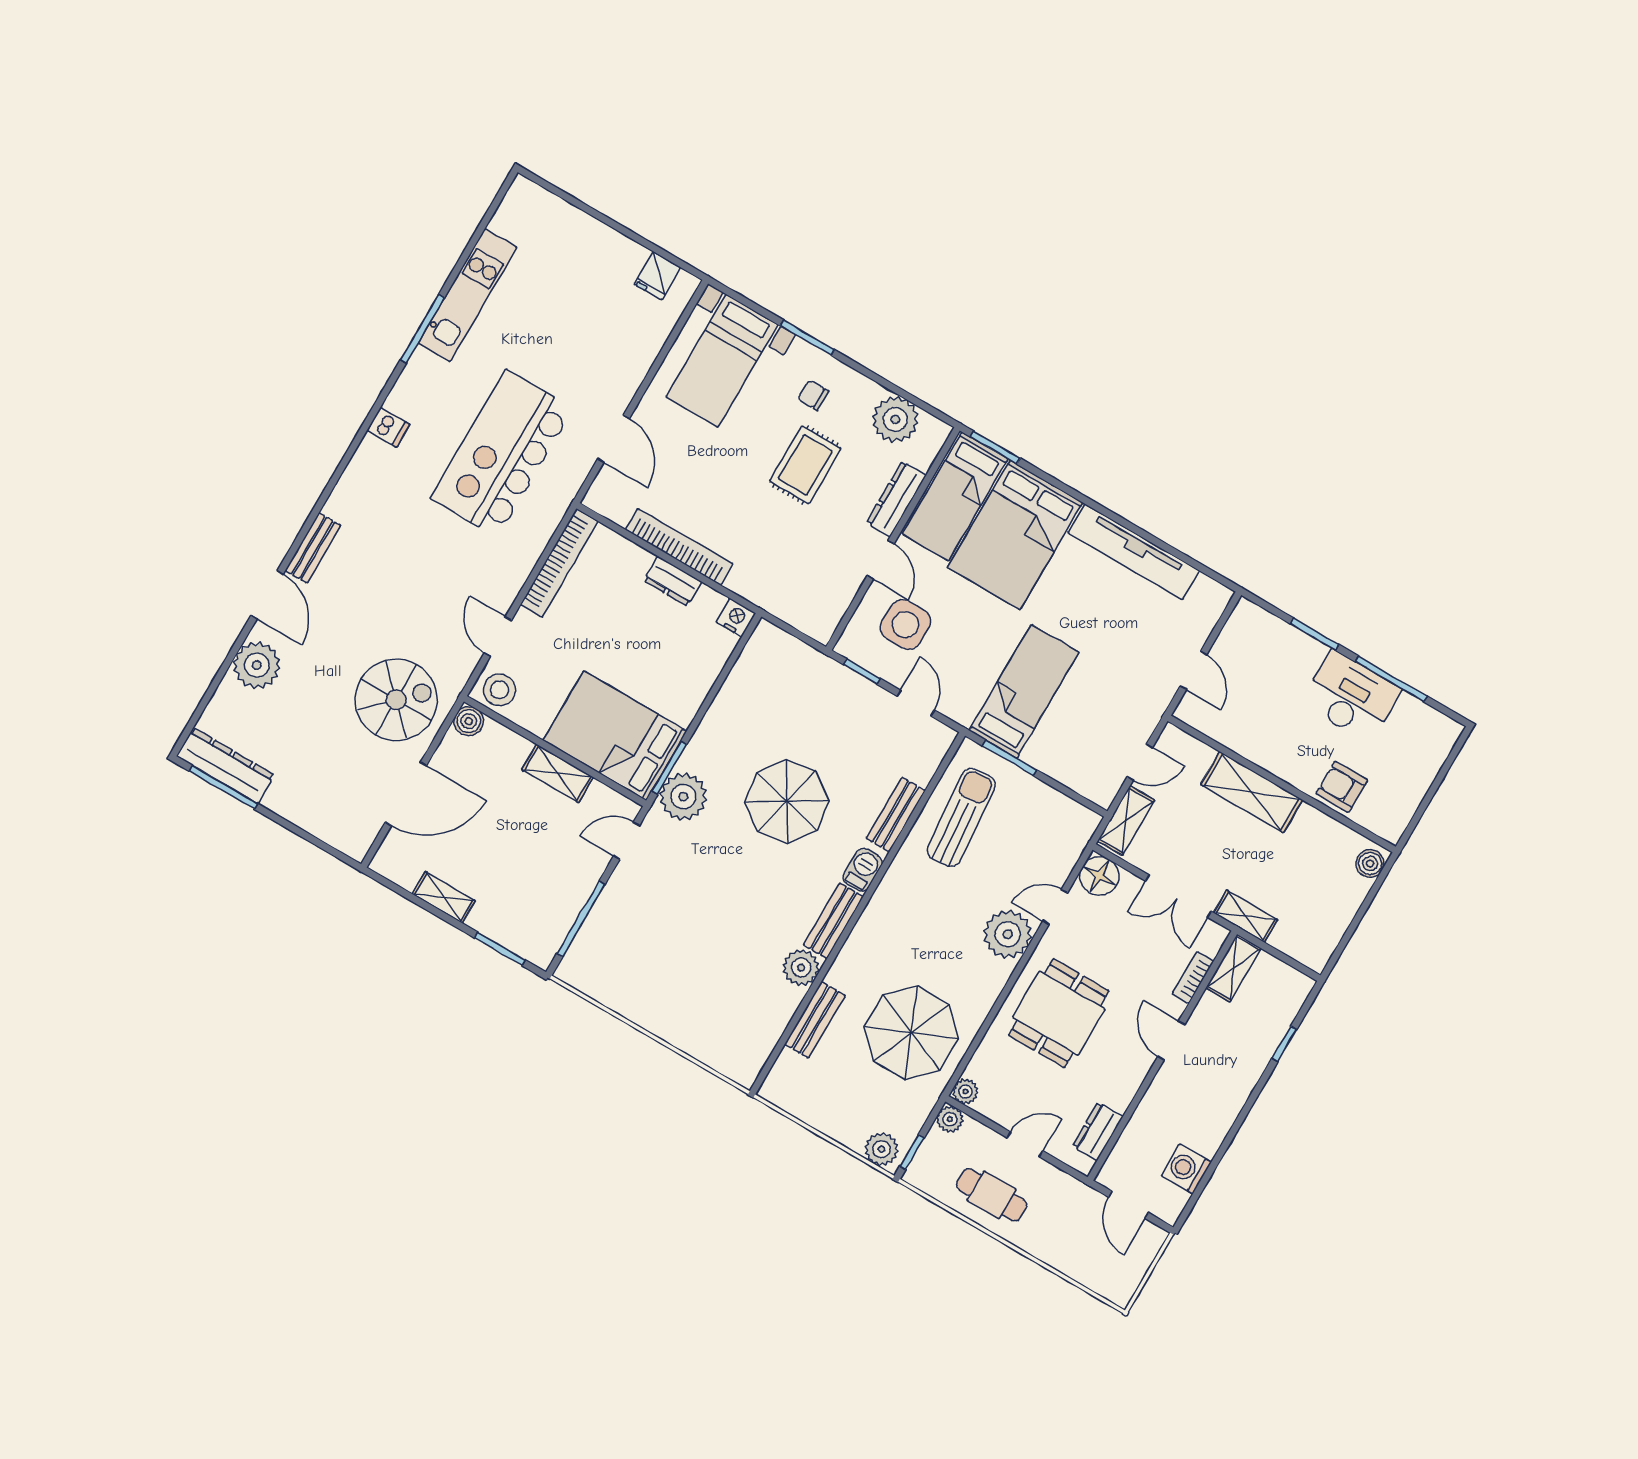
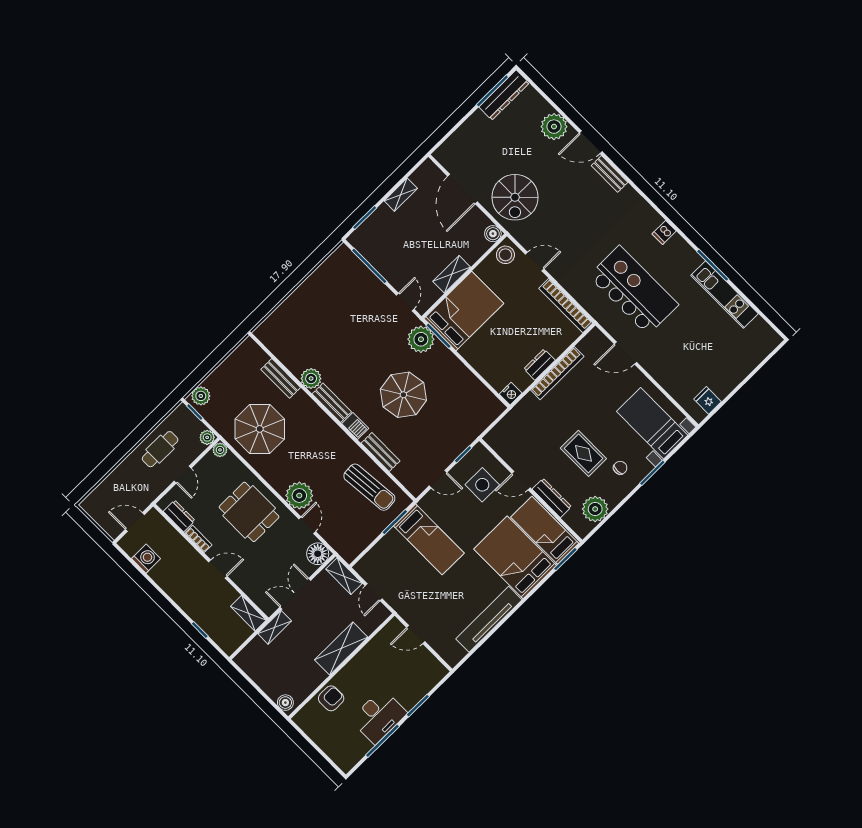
bookcase: (1193, 977) -> (198, 539), moved

